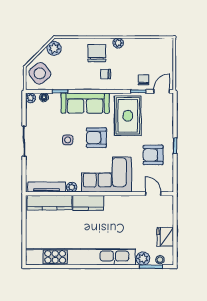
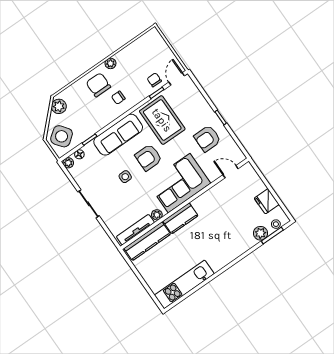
kitchen unit: (80, 257) -> (184, 284), width x0.54

